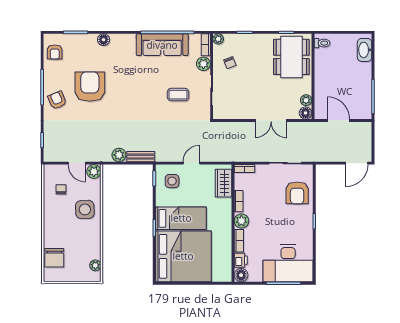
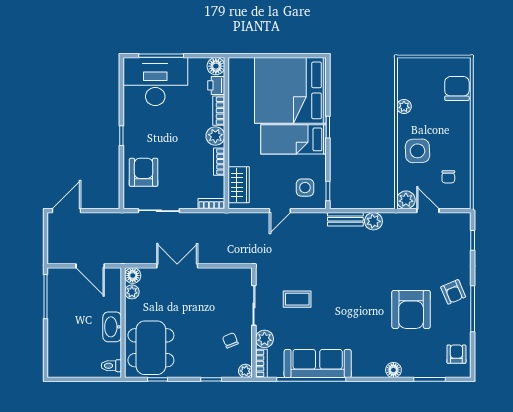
washbasin: (365, 50) -> (112, 327), moved, turned 180
plant: (95, 265) -> (404, 106), moved

